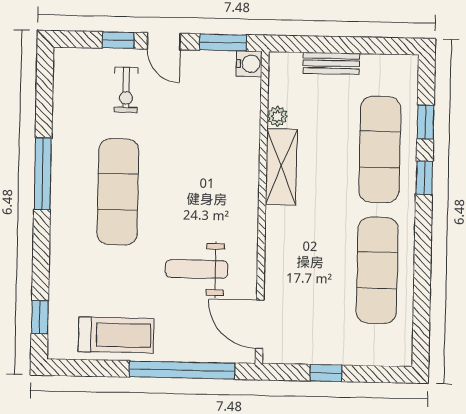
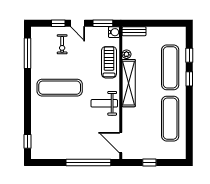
bench: (331, 63) -> (134, 31), moved
shelving: (281, 167) -> (129, 83), width x1.47
window: (43, 174) -> (28, 53), moved
exercise mat: (118, 192) -> (60, 88), turned 90
weight bench: (197, 269) -> (104, 103), moved
treadmill: (116, 335) -> (109, 62), moved, turned -90

